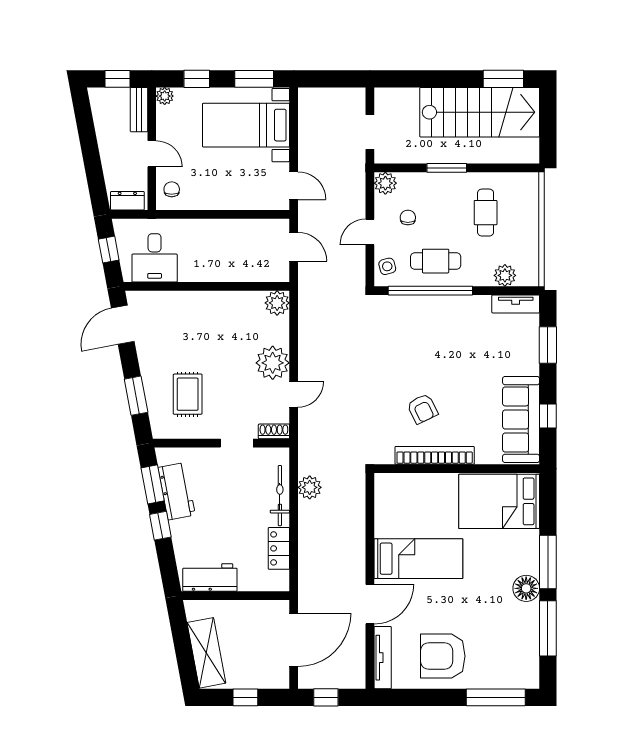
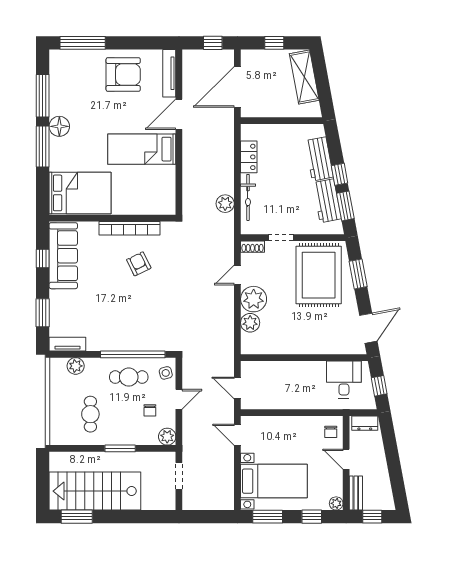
plant: (277, 303) -> (250, 323), moved
rug: (188, 394) -> (319, 275), width x1.86, depth x2.06
workbench: (210, 578) -> (319, 159), moved, turned 79

